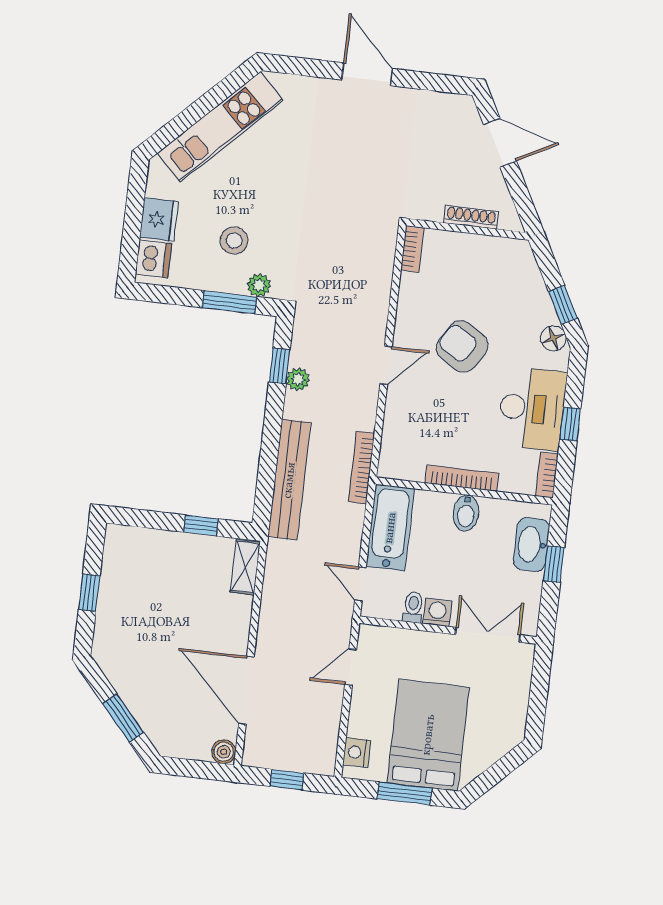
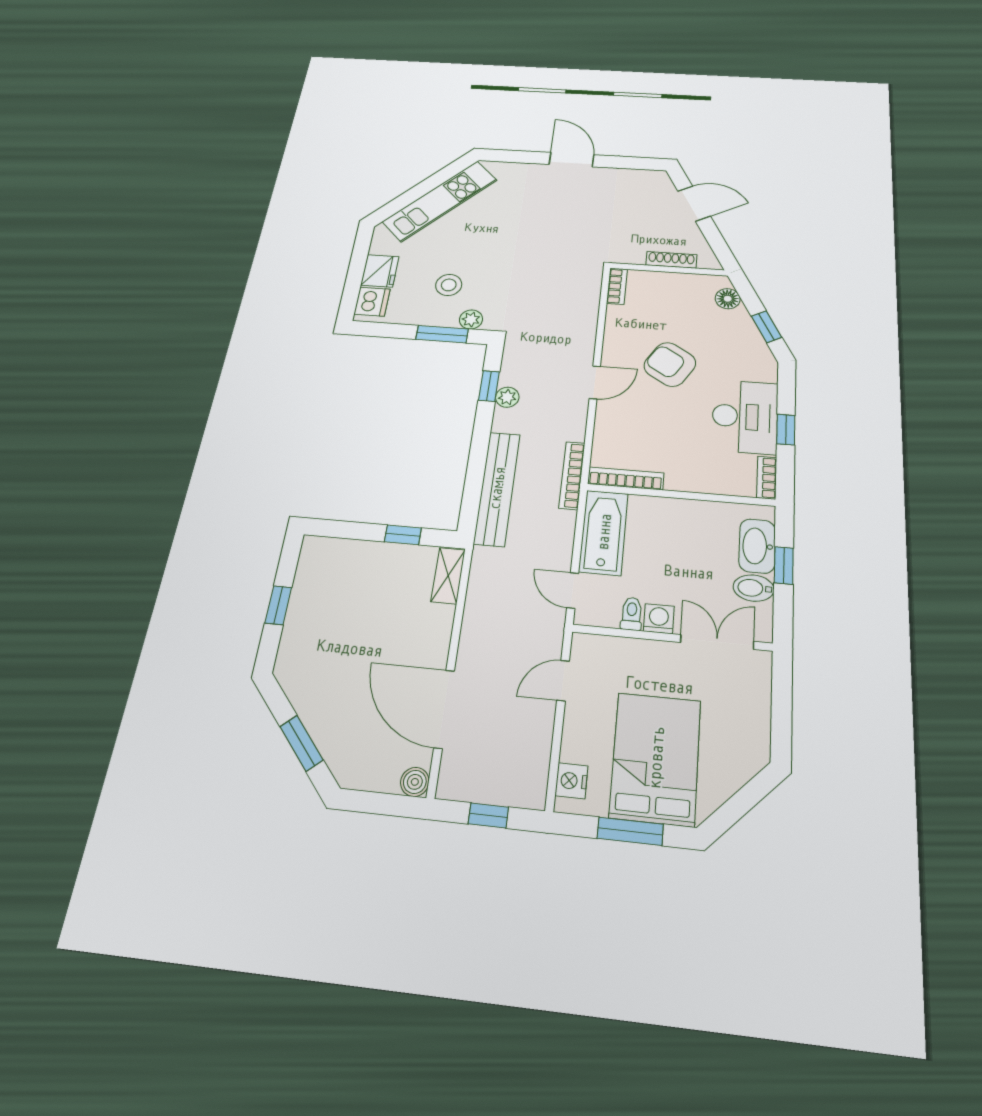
floor lamp: (553, 338) -> (728, 299), moved
bookcase: (462, 478) -> (626, 478), moved
bidet: (466, 513) -> (754, 588), moved, turned 90

